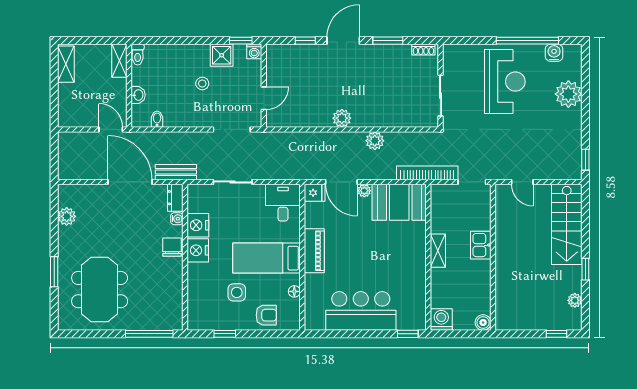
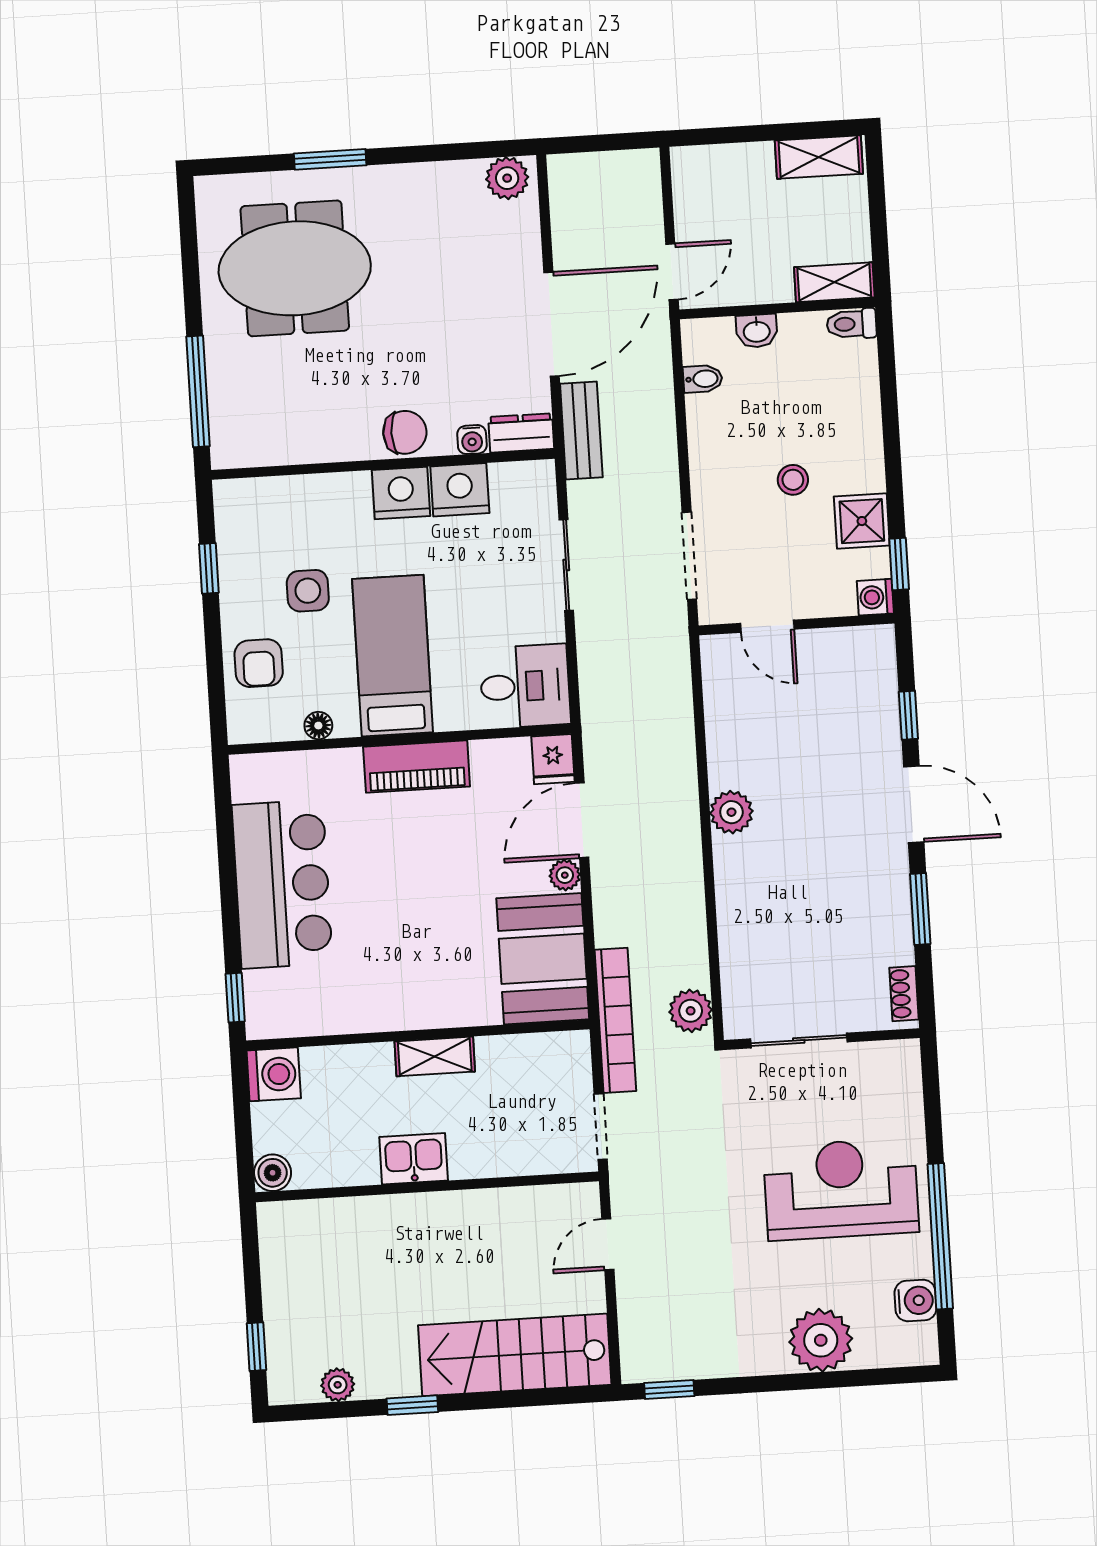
reception desk: (505, 82) -> (841, 1189), turned 180
plant: (375, 141) -> (691, 1011), moved
plant: (67, 216) -> (507, 178), moved
kitchen sink: (481, 245) -> (414, 1159), moved

